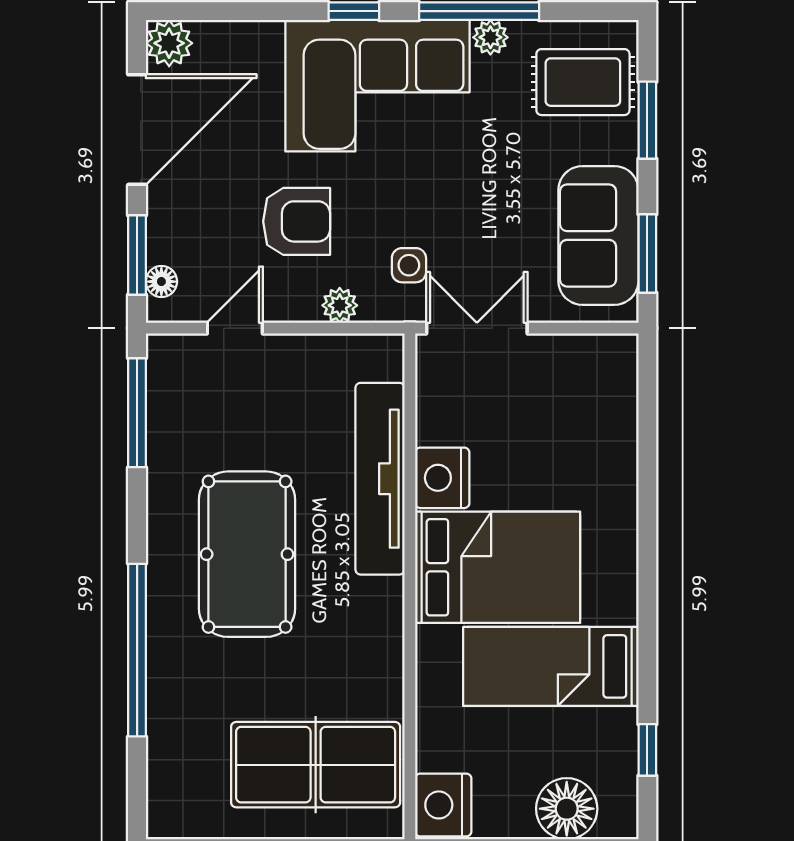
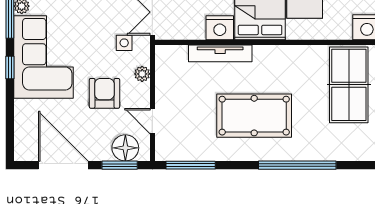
plant: (169, 43) -> (24, 151), removed
floor lamp: (161, 282) -> (125, 148), width x1.89, depth x1.89
tv unit: (380, 479) -> (220, 53), width x0.73, depth x0.78

